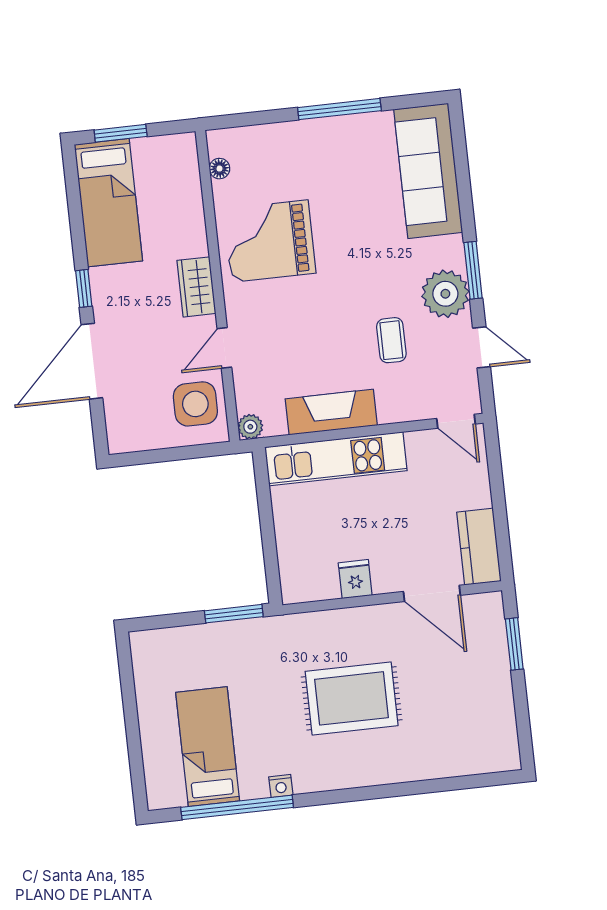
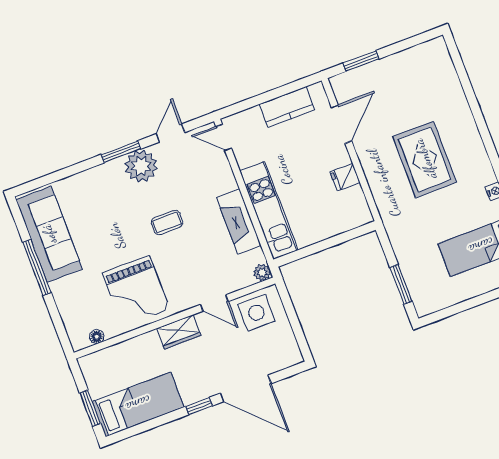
sofa: (428, 171) -> (49, 234), moved, turned -90
coffee table: (391, 340) -> (167, 223), moved
door: (456, 421) -> (224, 137), swing flipped
kitchen counter: (479, 547) -> (287, 107), moved
window: (234, 614) -> (401, 284), moved

